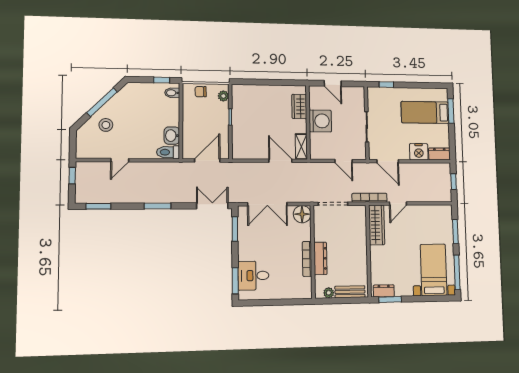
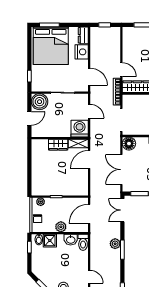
boiler: (354, 97) -> (40, 102), added
wardrobe: (299, 106) -> (58, 145), moved
shower: (171, 107) -> (50, 241), added
bed: (425, 112) -> (51, 46), width x2.04
washing machine: (320, 121) -> (80, 129), moved
plant: (190, 123) -> (61, 227), added
door: (207, 160) -> (89, 214), hinge flipped
door: (344, 161) -> (89, 111), hinge flipped
door: (388, 161) -> (89, 77), hinge flipped
plant: (166, 196) -> (115, 244), added
double door: (267, 204) -> (121, 170), swing flipped

